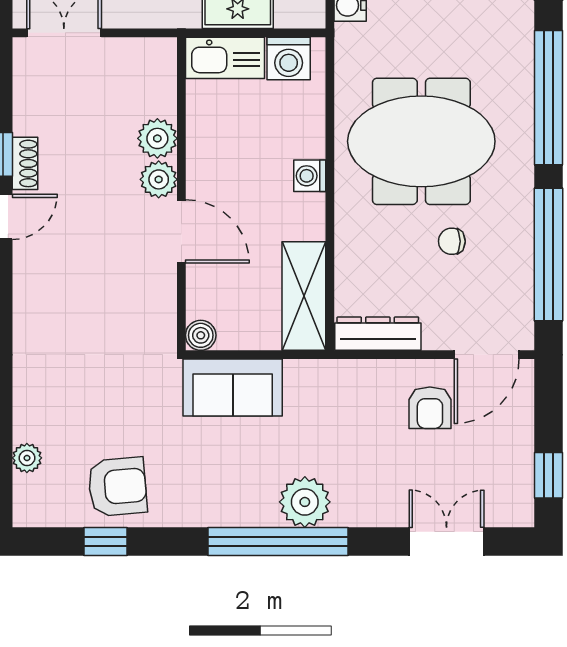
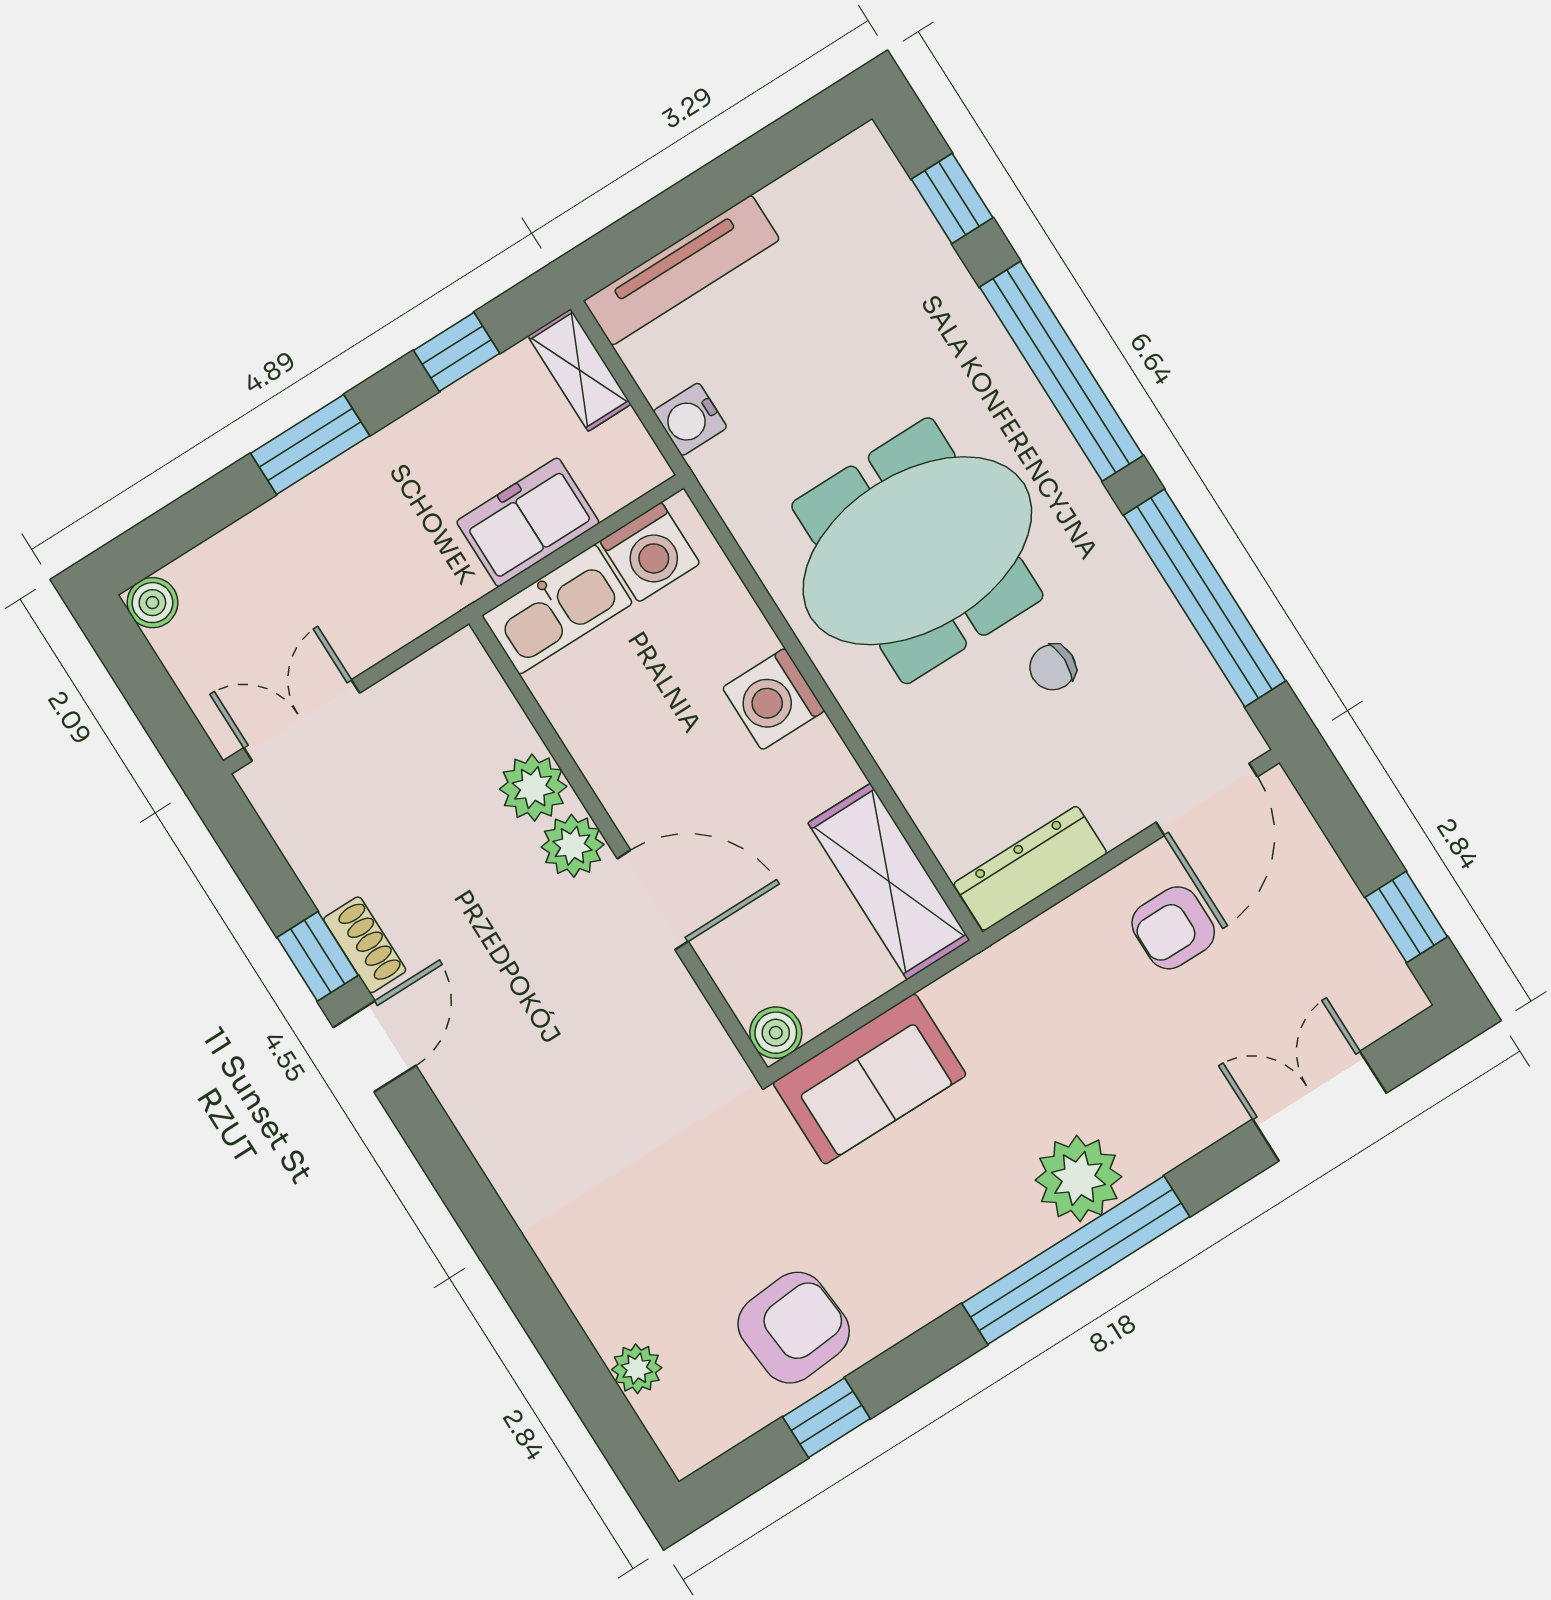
washing machine: (310, 176) -> (773, 699), width x1.38, depth x1.38
armchair: (430, 408) -> (1173, 928), turned 90

